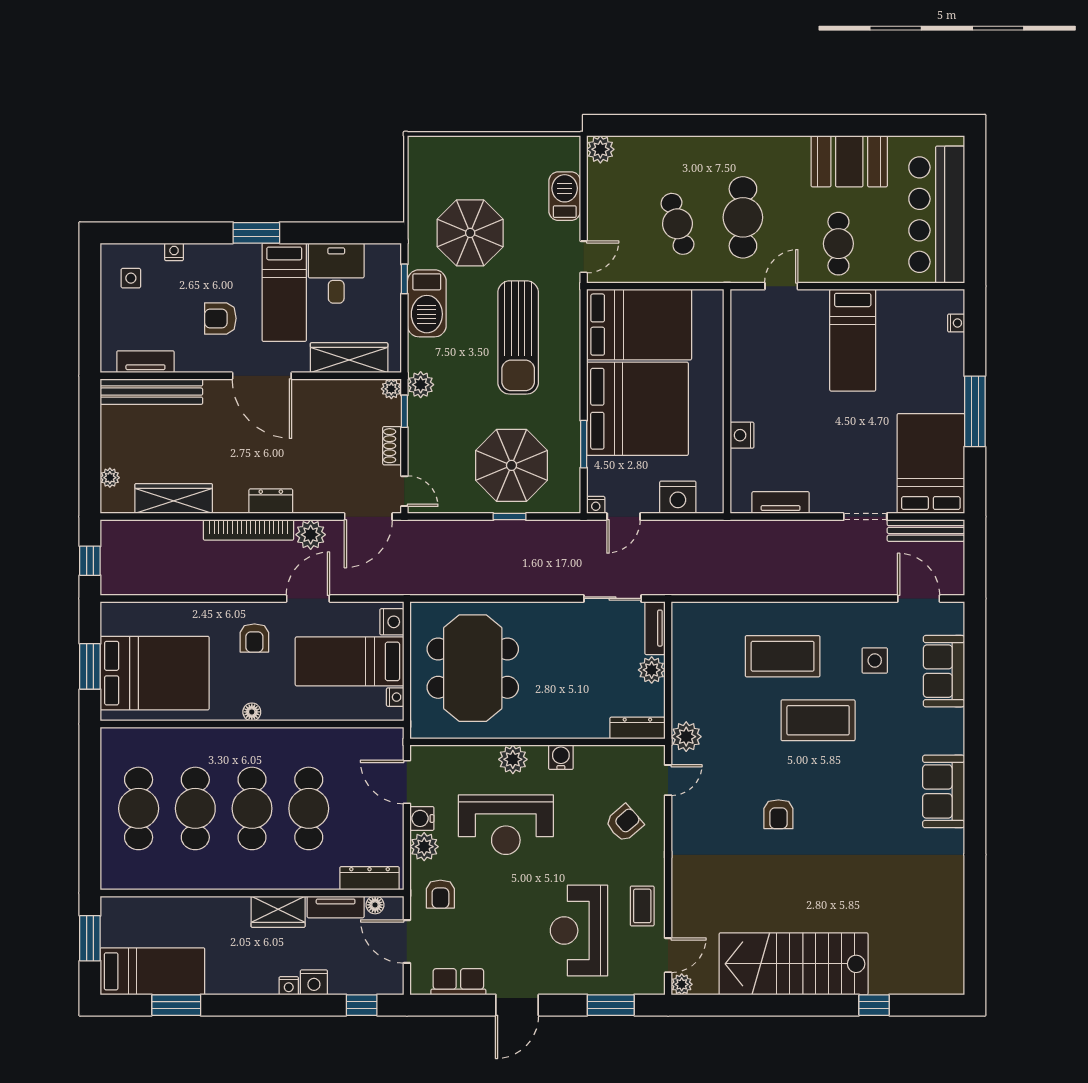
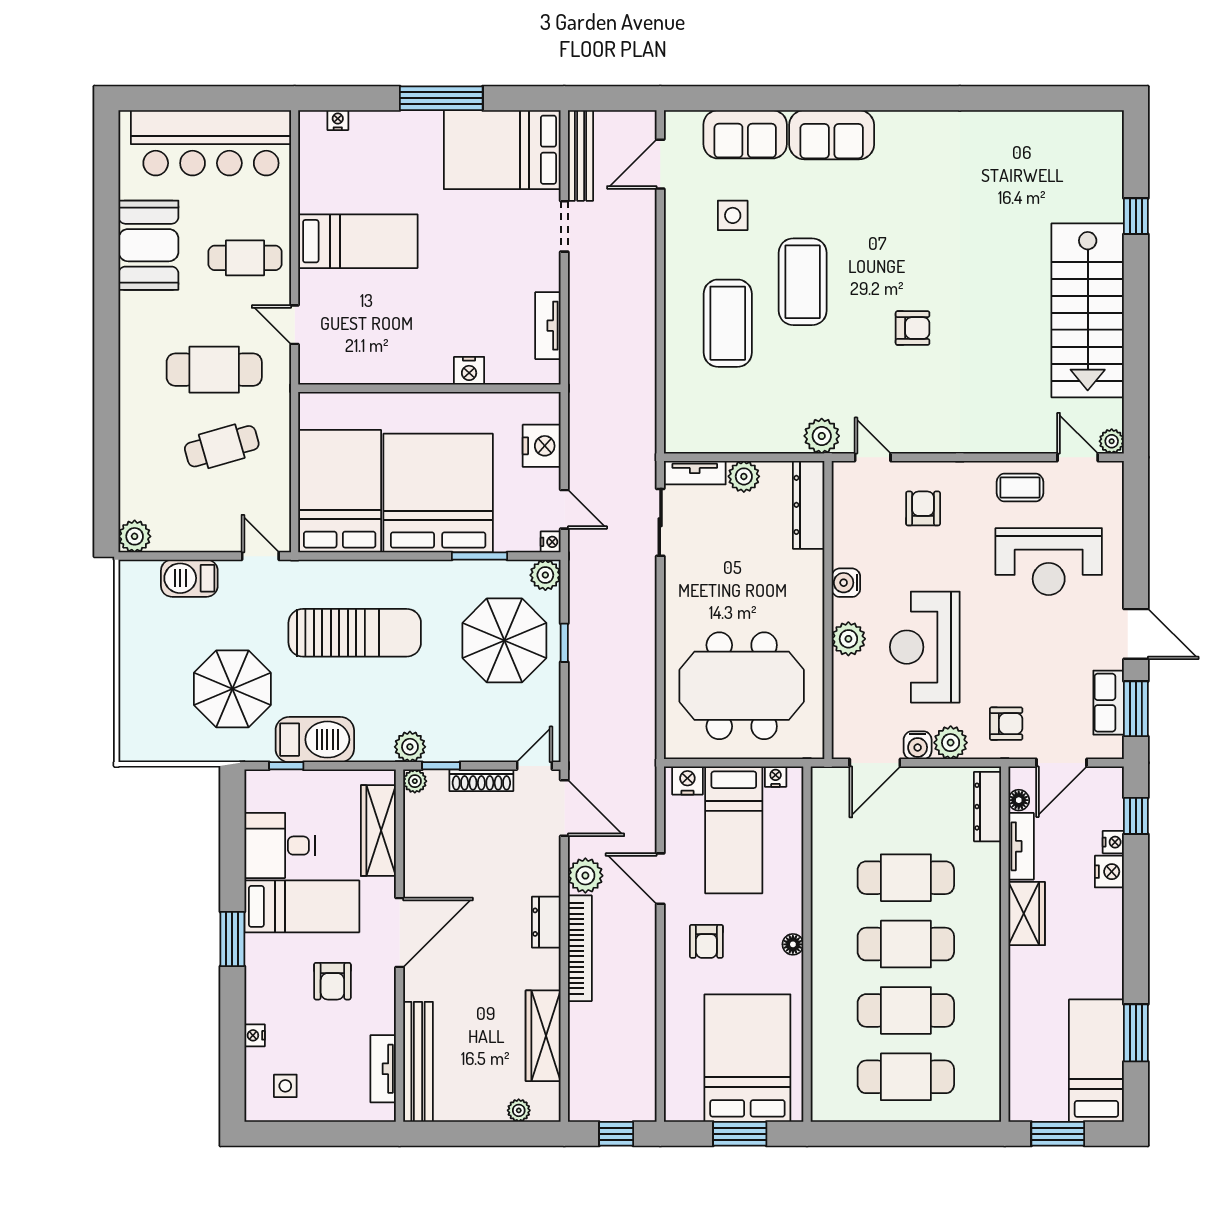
shoe rack: (392, 446) -> (481, 780), width x1.43
plant: (567, 500) -> (545, 575), added
armchair: (254, 638) -> (706, 941), turned 90
dresser: (637, 728) -> (809, 505), width x1.37, depth x1.24
sofa: (944, 791) -> (832, 135), moved
armchair: (624, 823) -> (923, 508), turned 41
reception desk: (506, 825) -> (925, 647), turned 180
nightstand: (289, 986) -> (1113, 842), moved
window: (611, 1005) -> (1136, 709), moved

